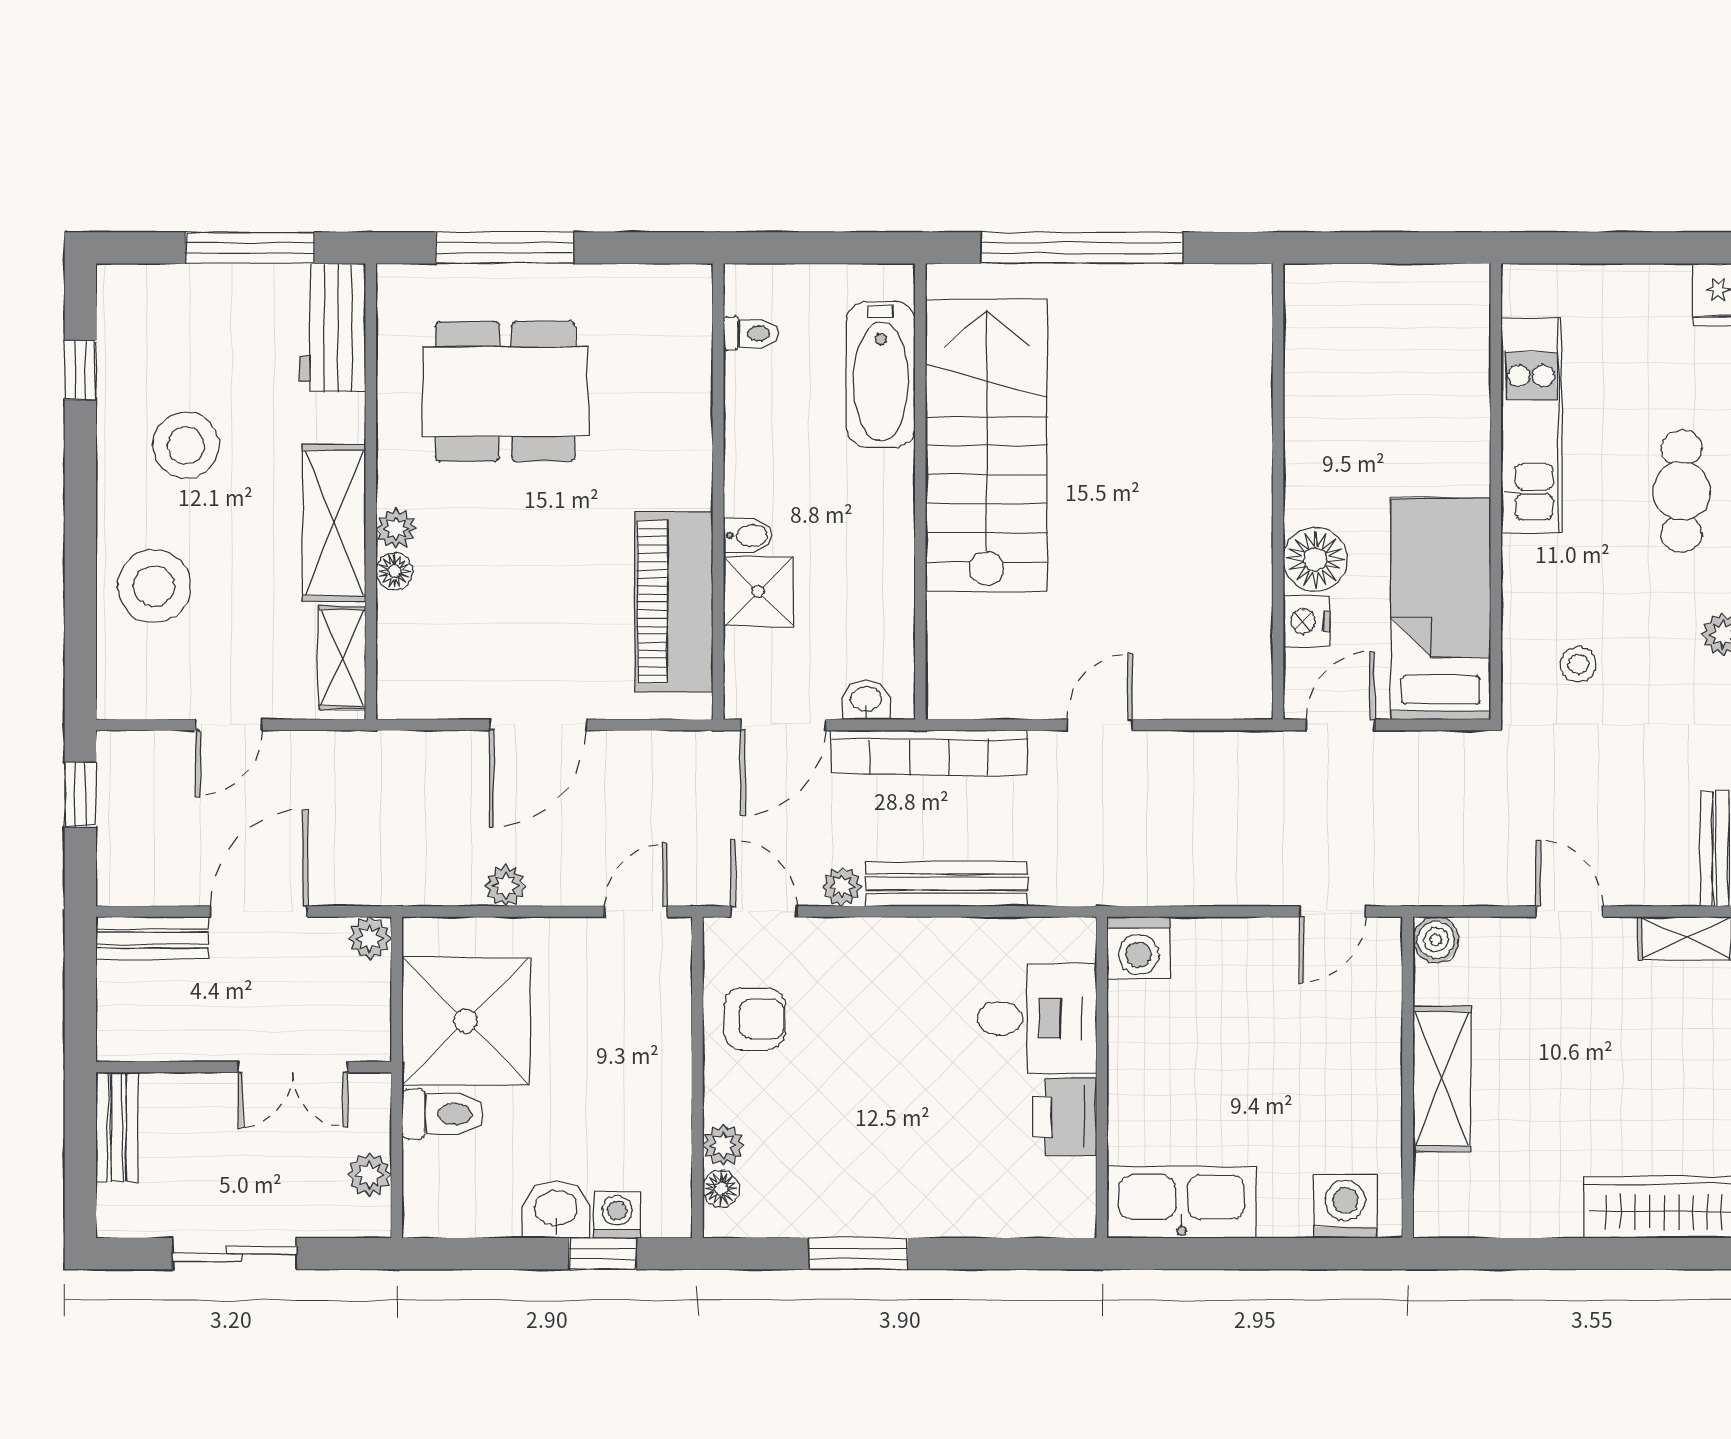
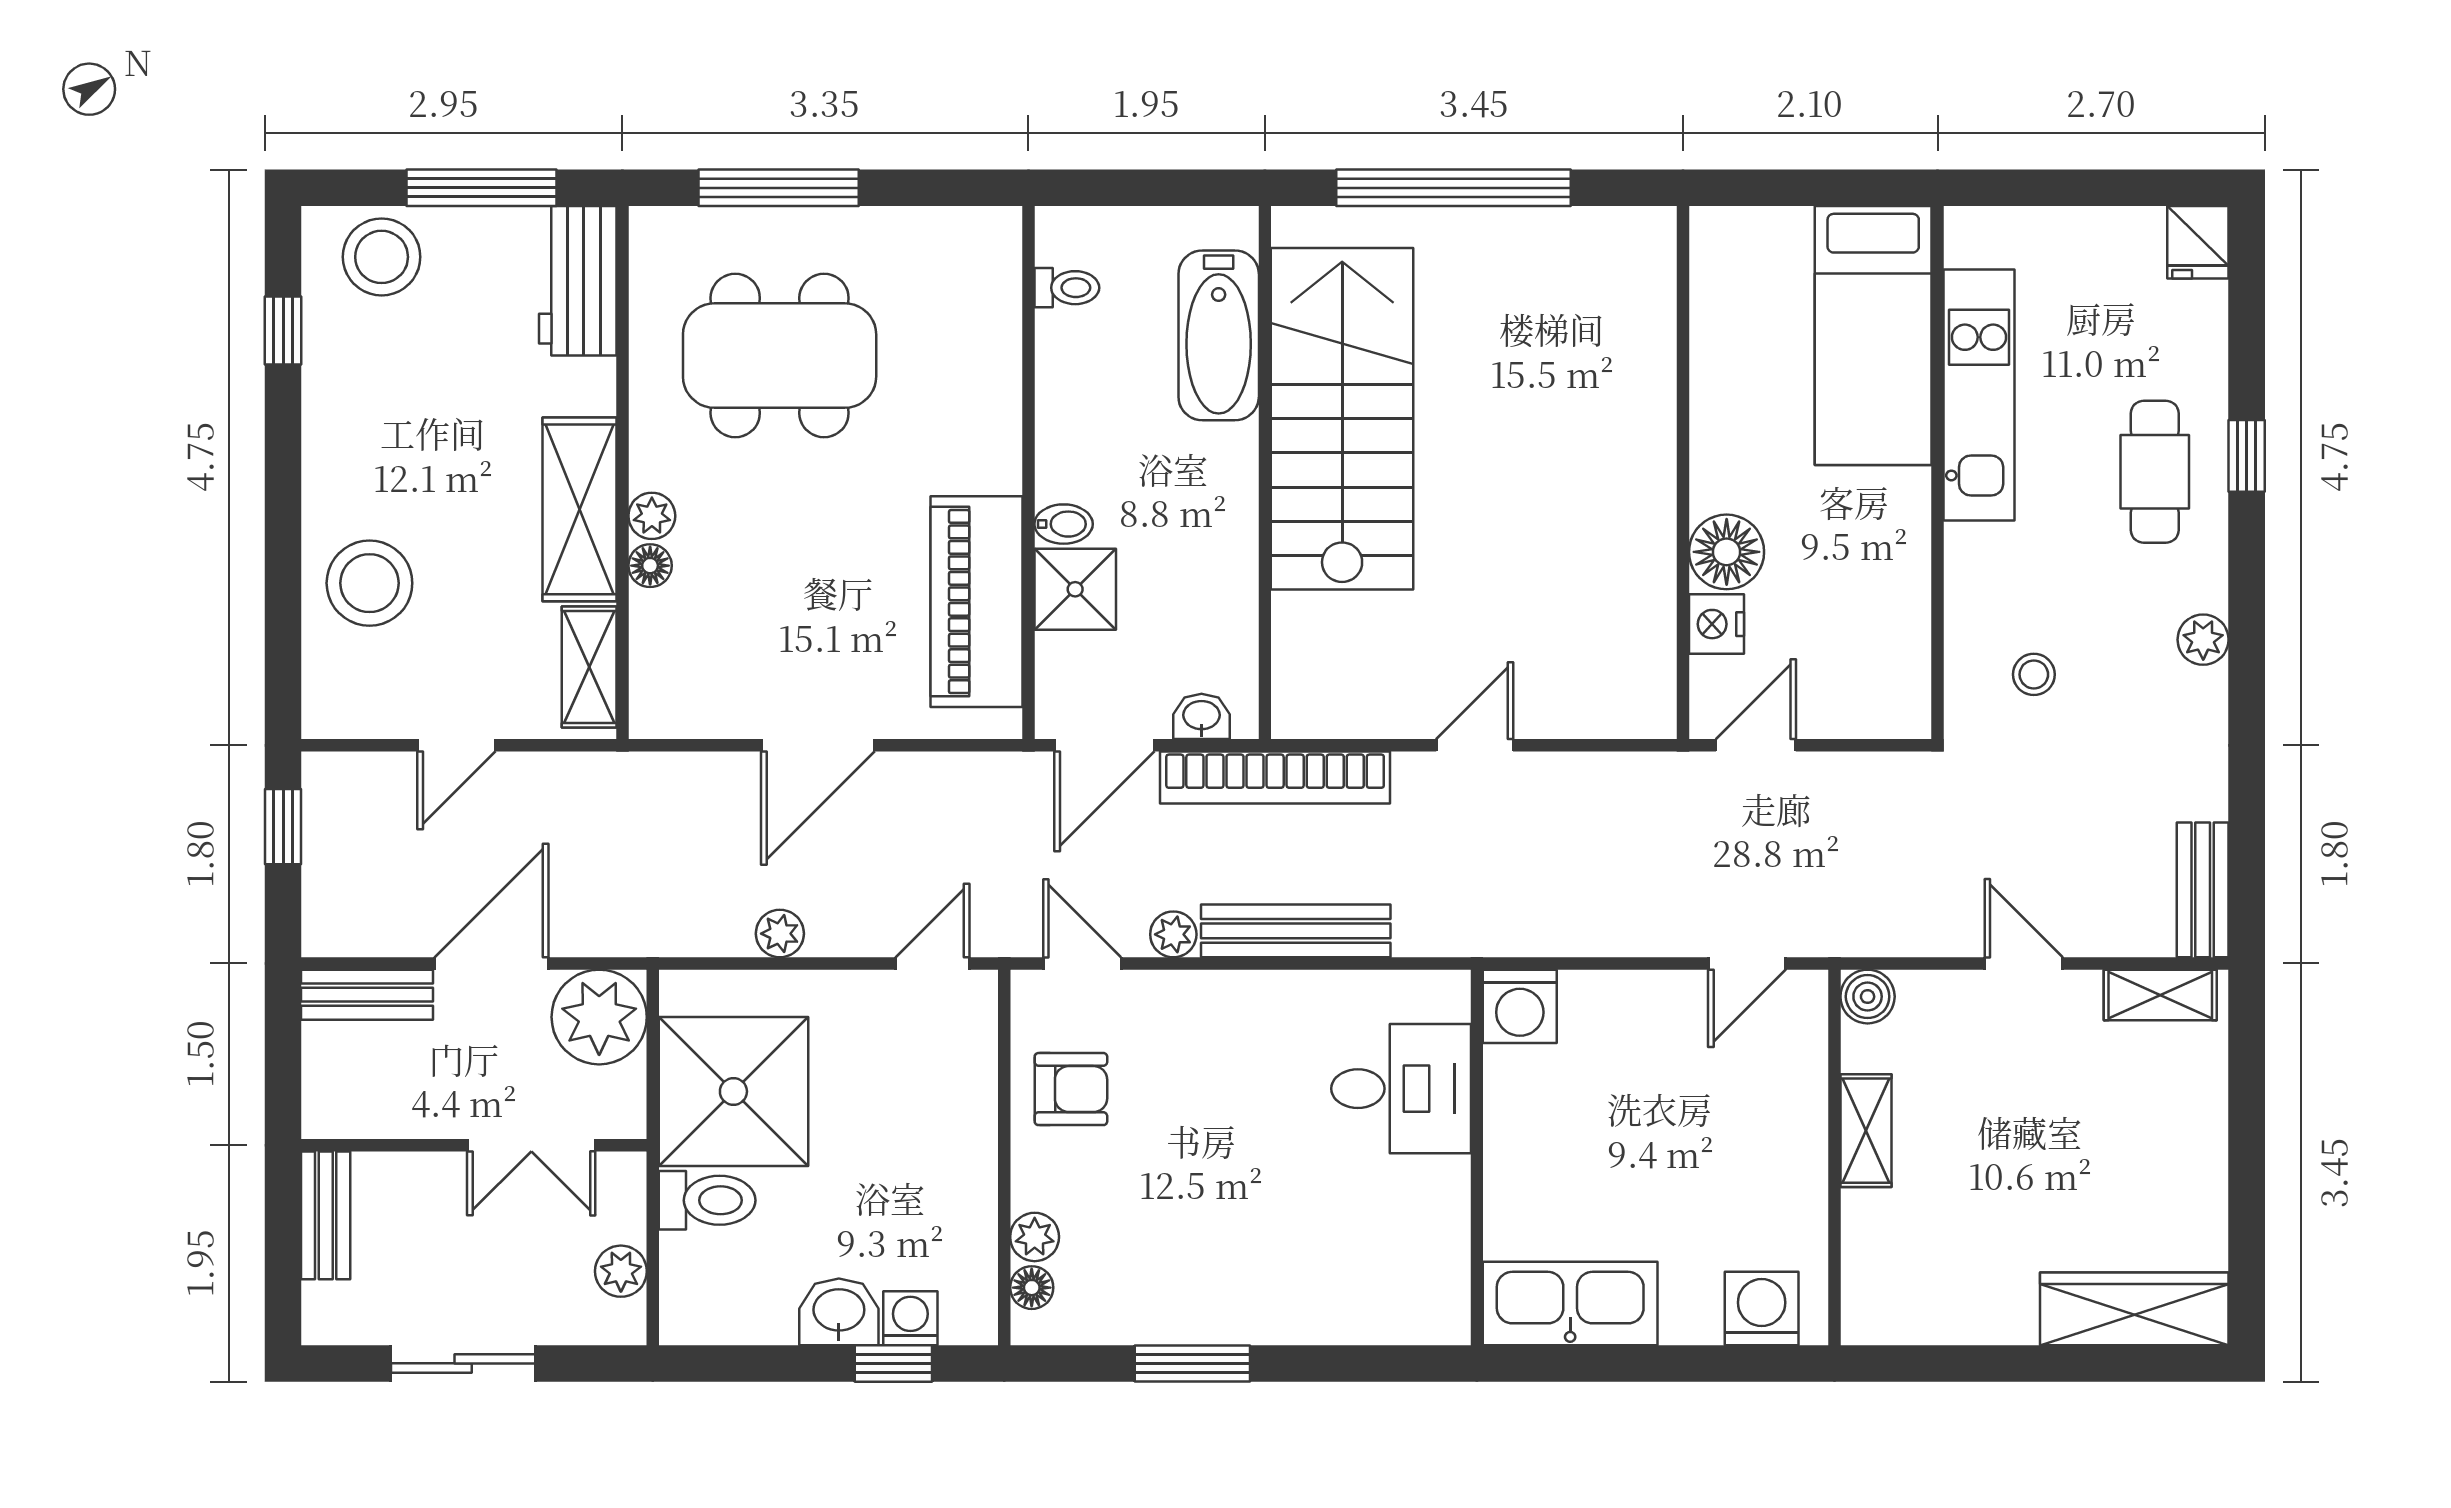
stool: (186, 445) -> (382, 257), moved
bed: (1441, 609) -> (1873, 336), moved, turned 180
plant: (370, 938) -> (599, 1017), width x1.88, depth x1.88
shelving: (1442, 1079) -> (1866, 1131), width x0.67, depth x0.75
printer: (1065, 1117) -> (1433, 1203), removed

